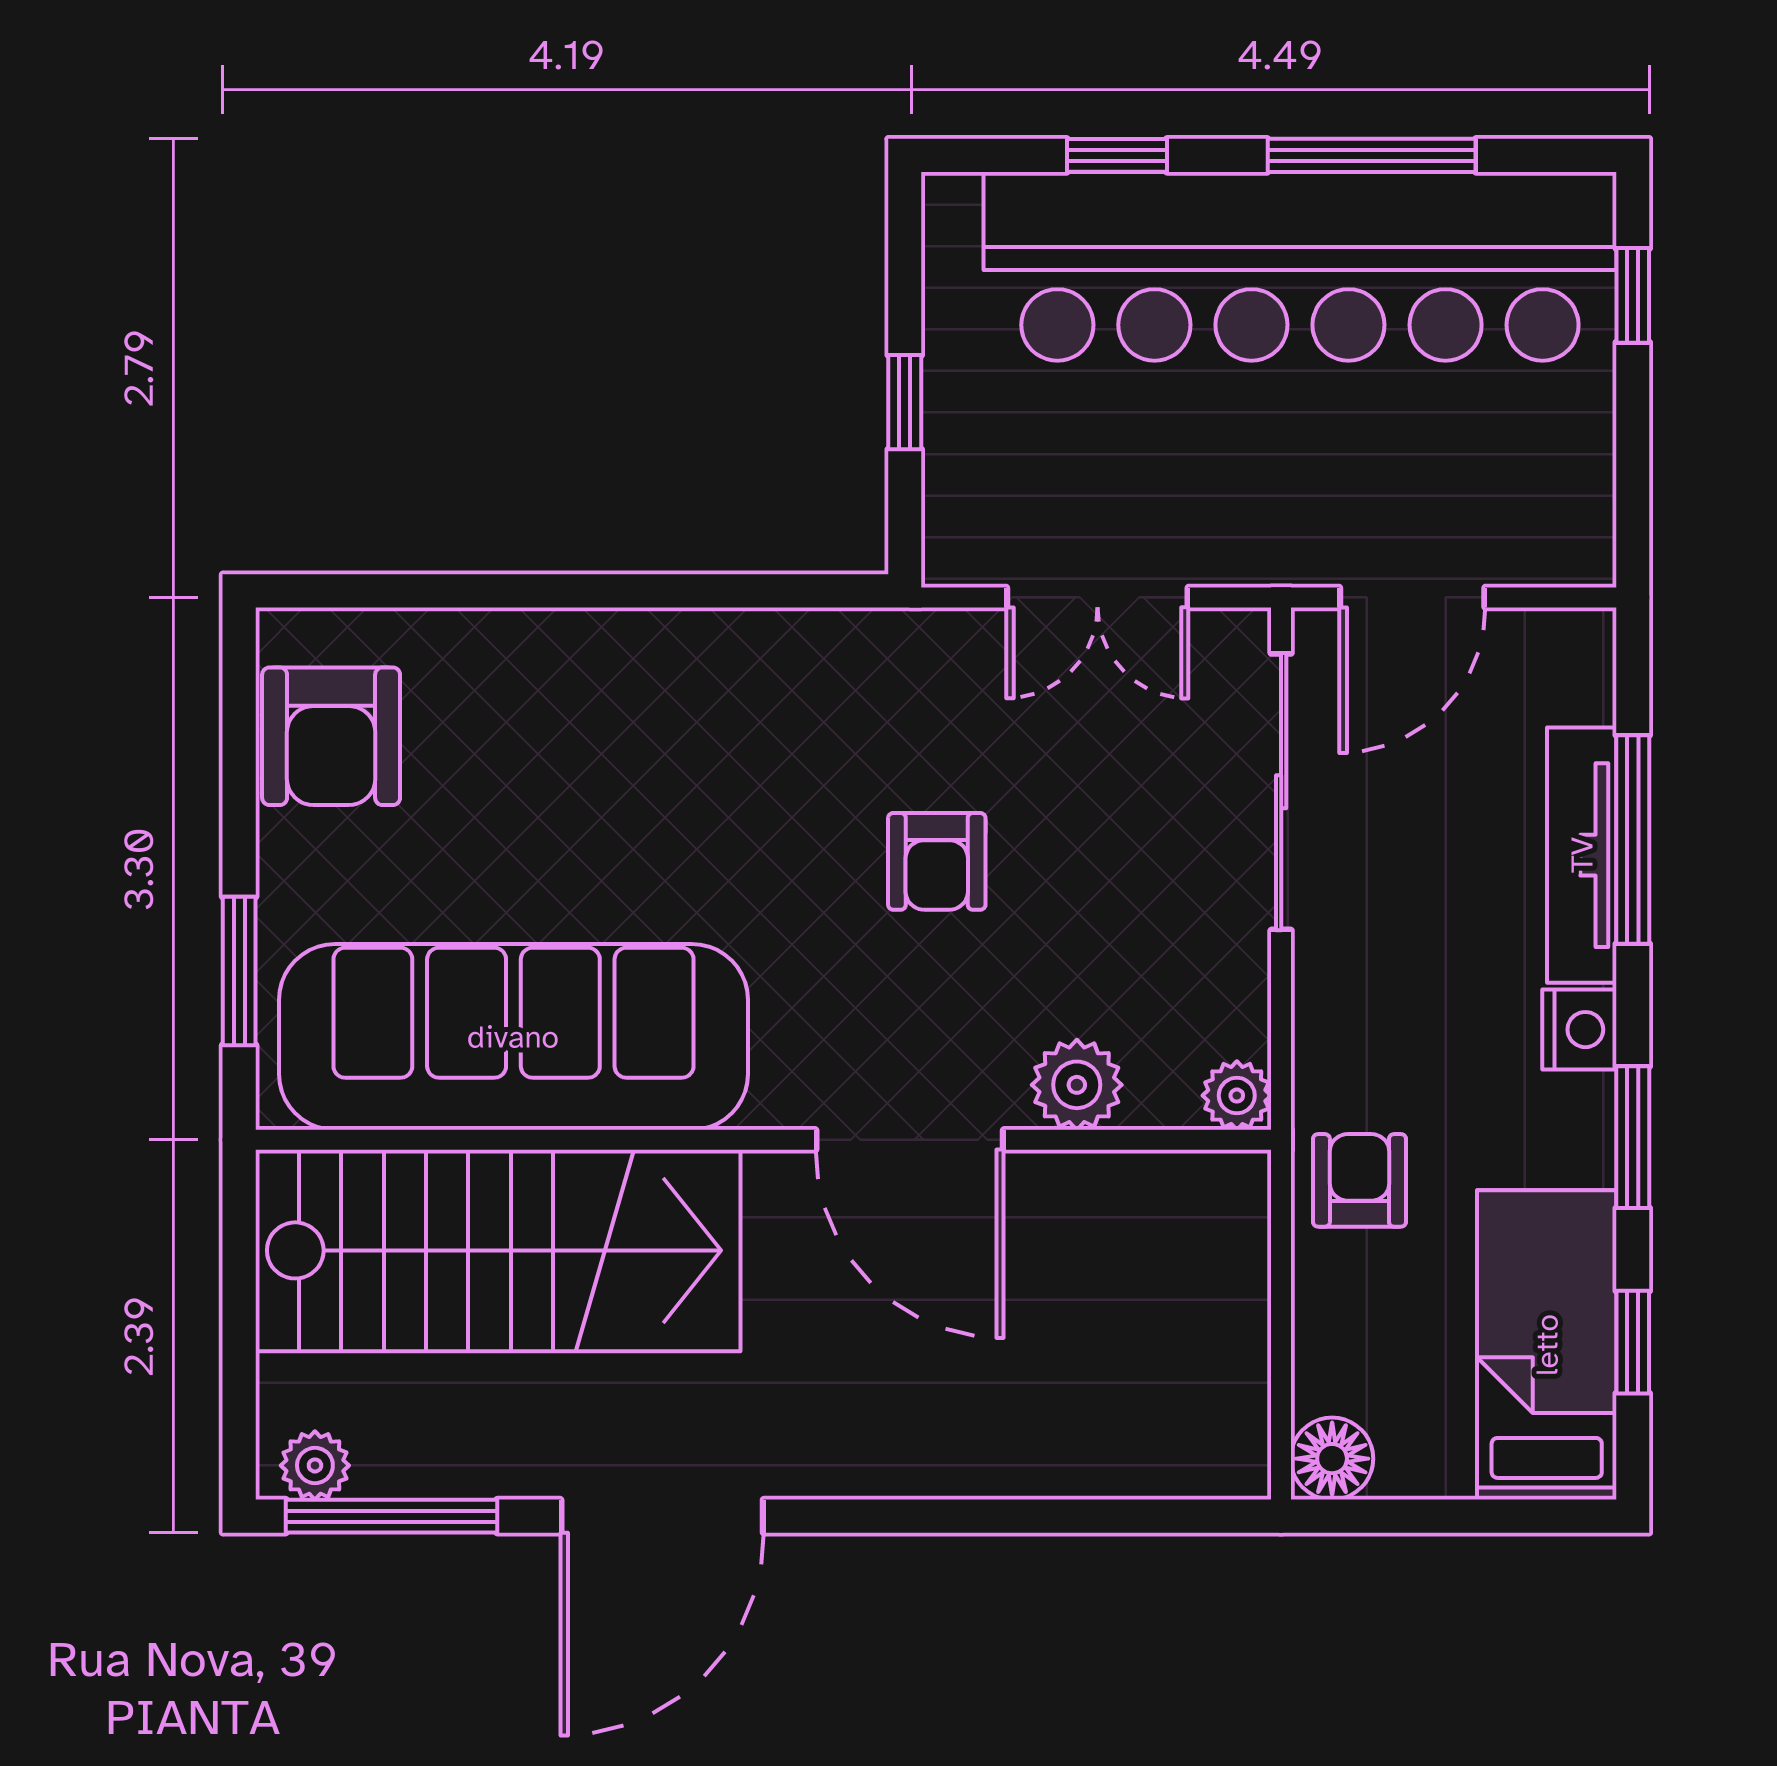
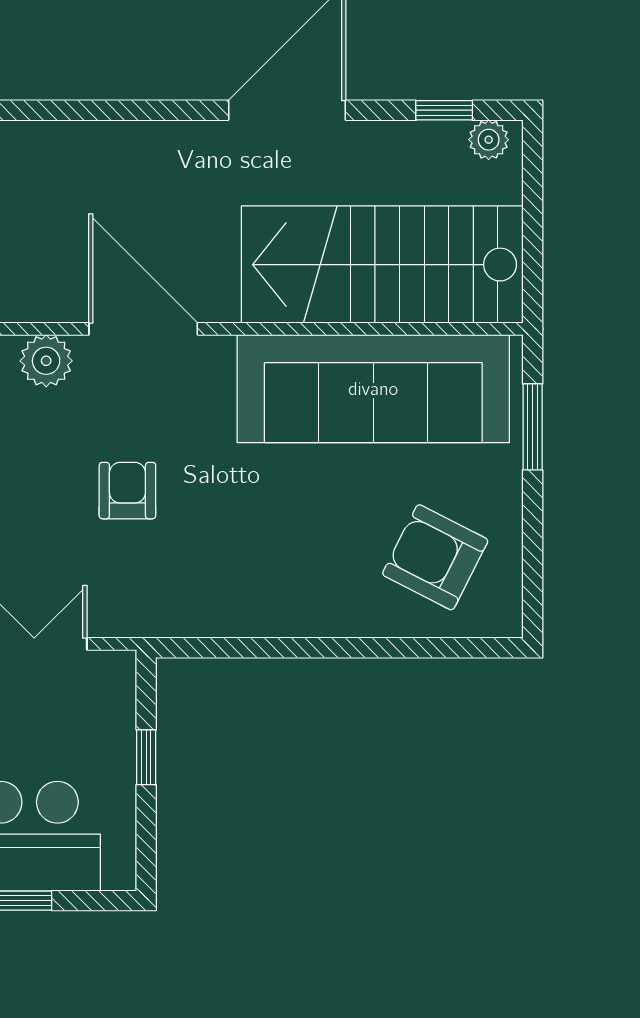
armchair: (331, 736) -> (435, 557), moved, turned -63
window: (392, 1516) -> (444, 110), width x0.46

